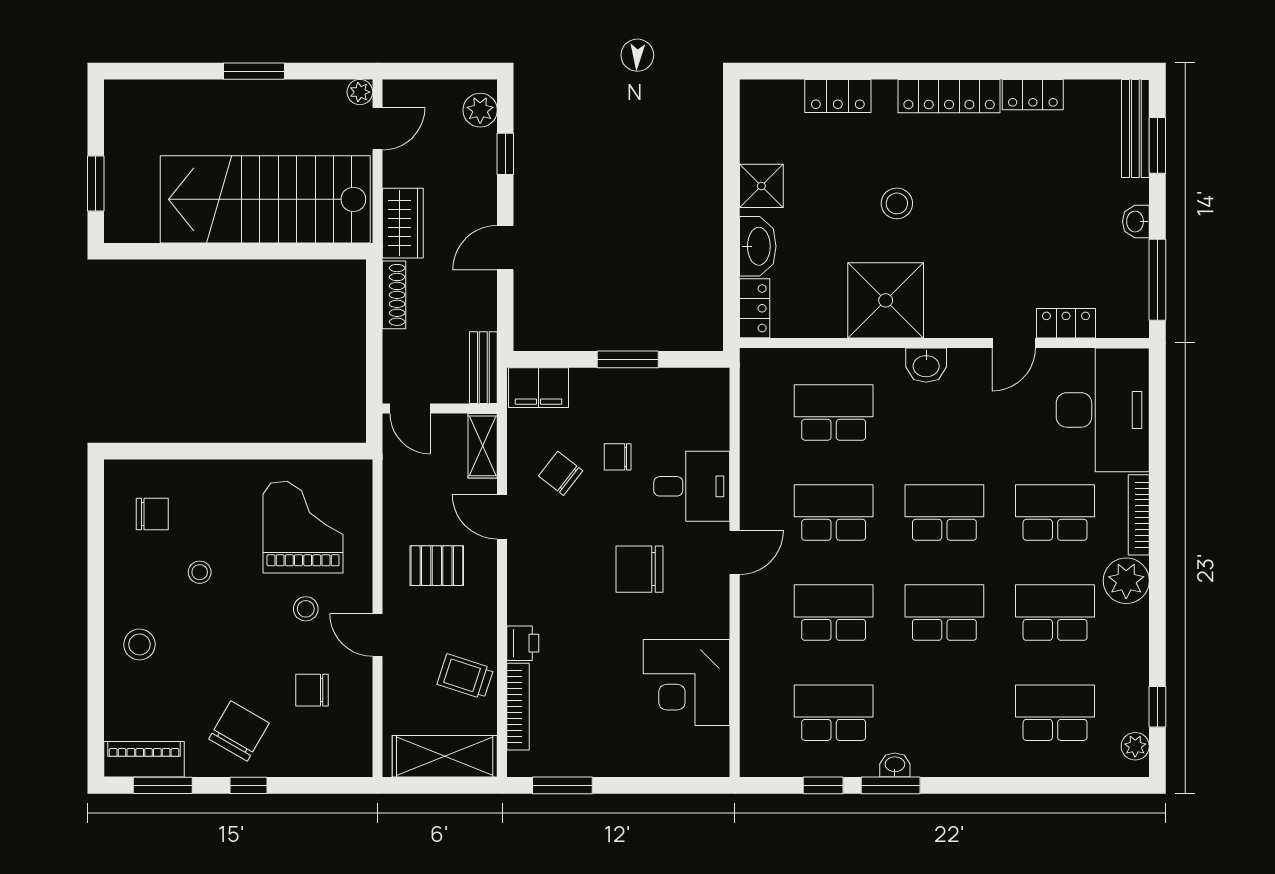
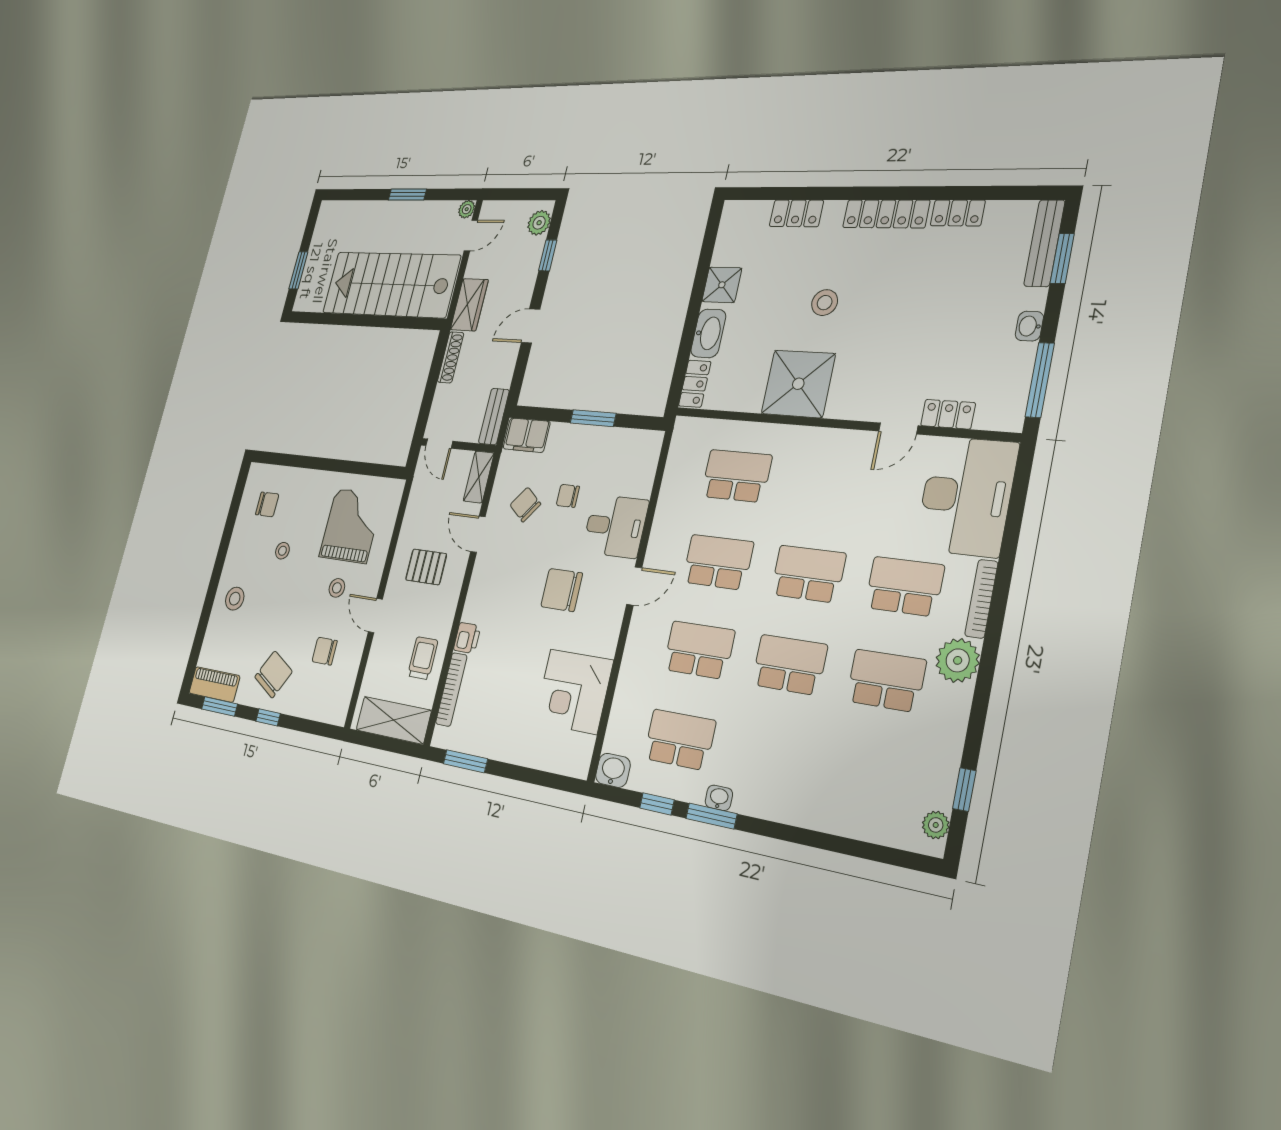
washbasin: (926, 365) -> (613, 770), moved, turned 180
trolley: (465, 676) -> (423, 658), turned 72
school desk: (1055, 713) -> (867, 777), removed

